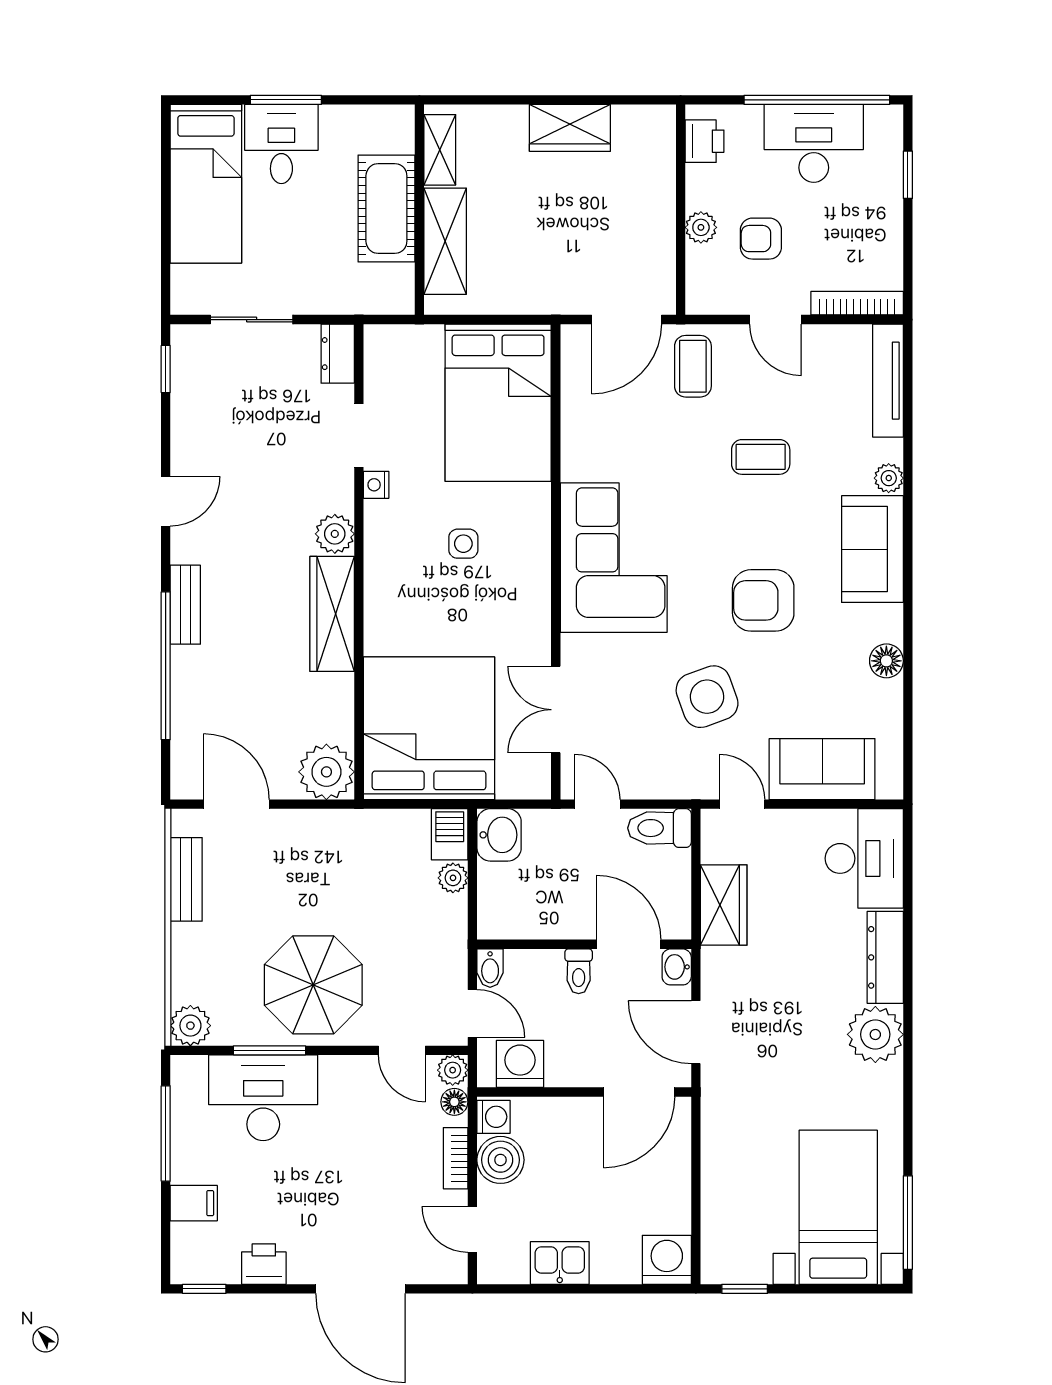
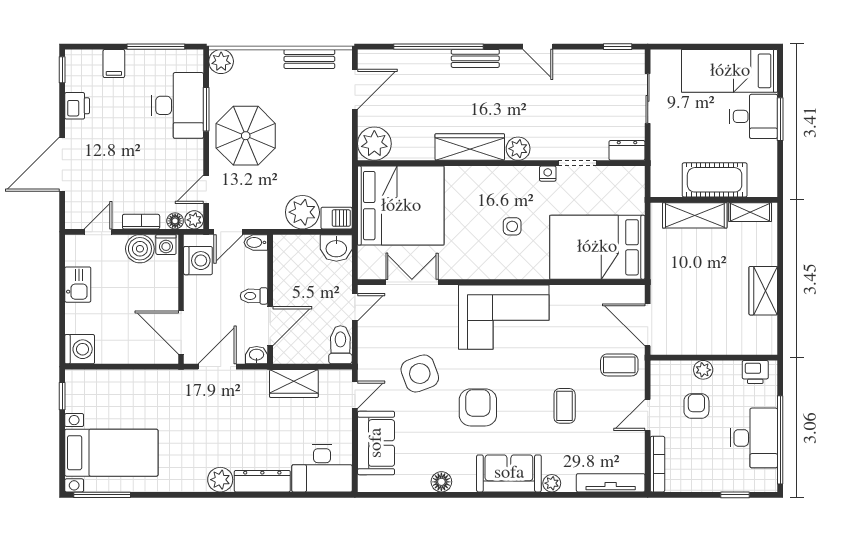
plant: (453, 878) -> (302, 212), width x1.87, depth x1.87
plant: (875, 1034) -> (220, 480), width x0.73, depth x0.73

